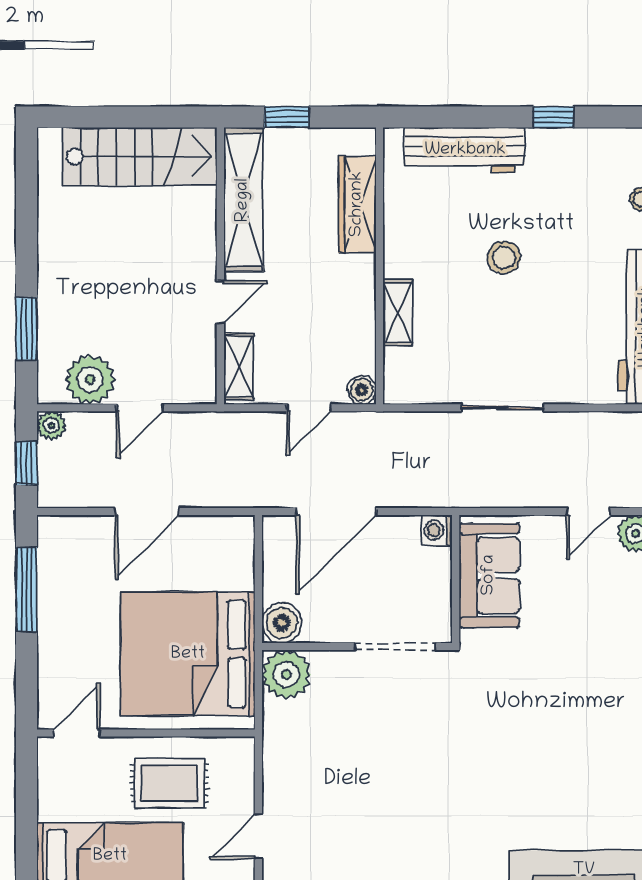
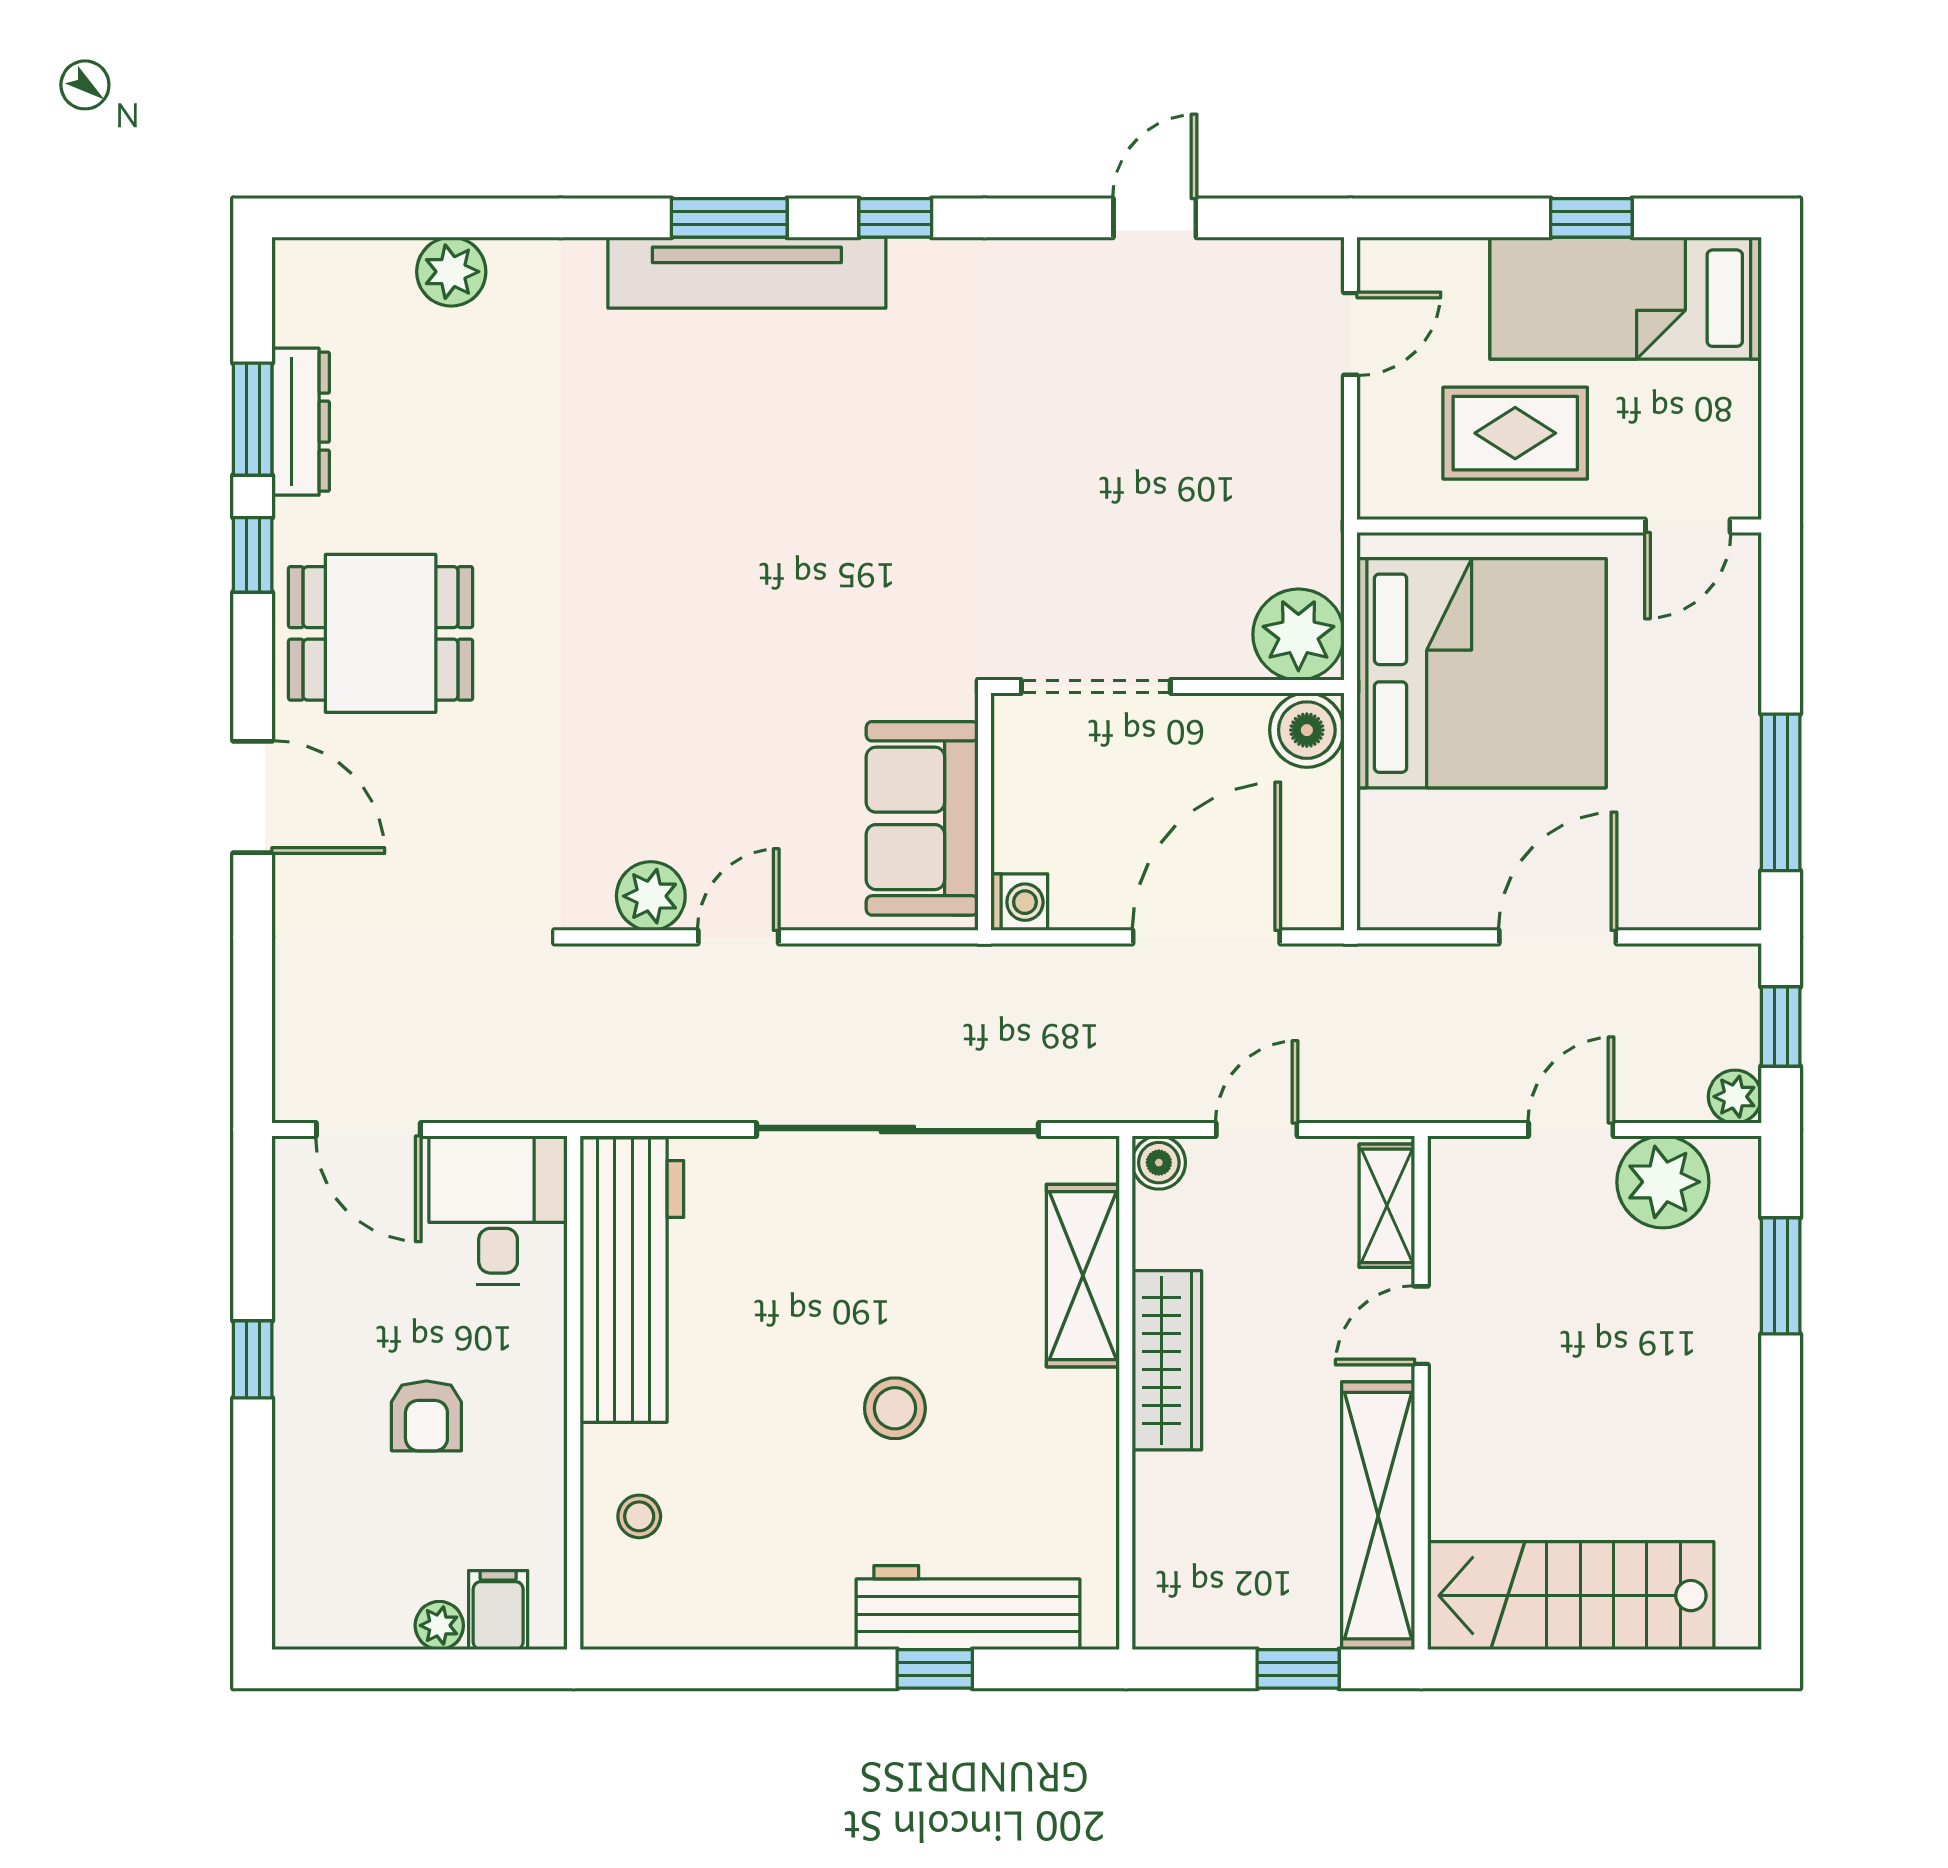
window: (553, 117) -> (935, 1669), moved
wardrobe: (357, 204) -> (1167, 1360), moved
shelving: (398, 313) -> (1083, 1276), width x1.50, depth x1.33
sliding door: (503, 408) -> (897, 1130), width x1.86

